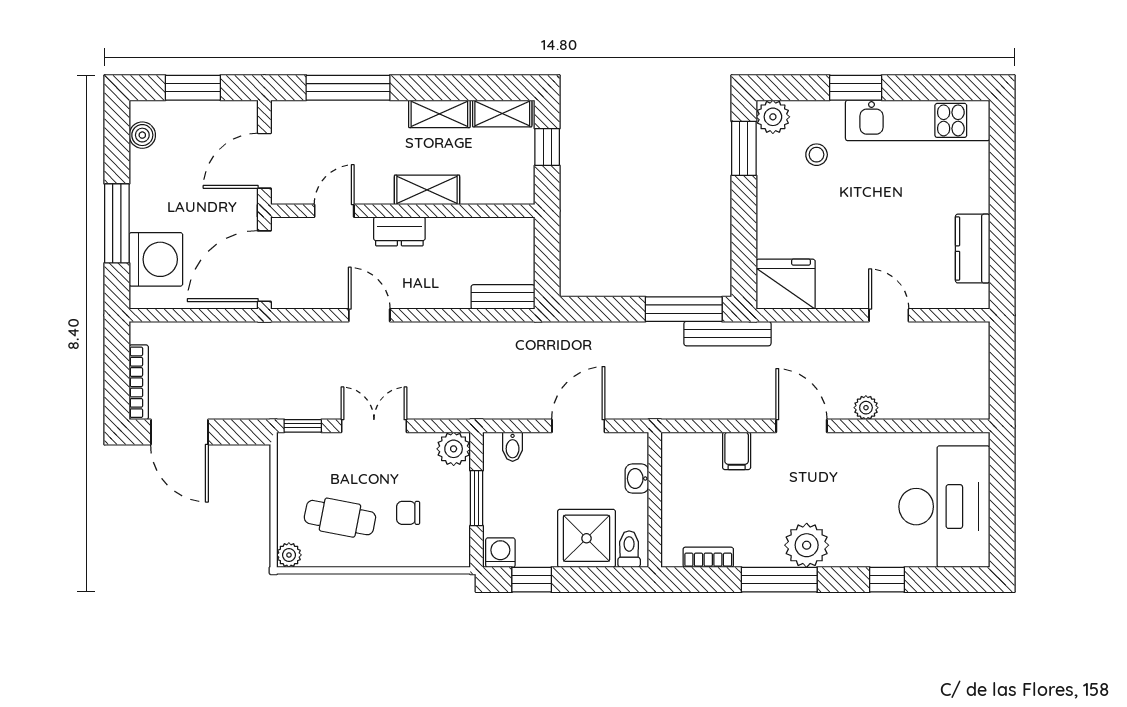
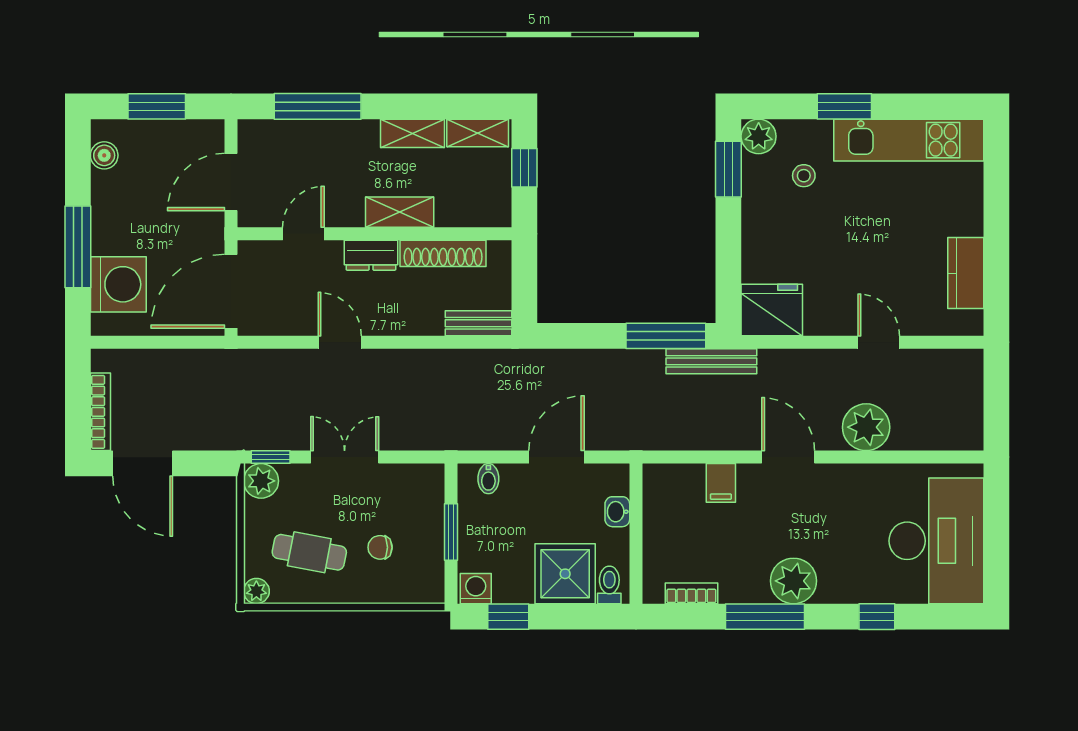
shoe rack: (469, 230) -> (443, 253), added
plant: (866, 408) -> (866, 427), width x1.88, depth x1.88
plant: (454, 449) -> (261, 481), moved

